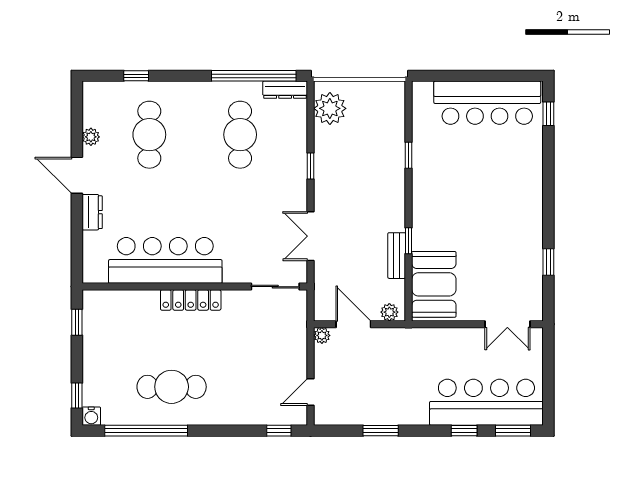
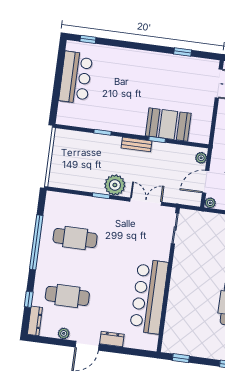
window: (254, 76) -> (36, 242), moved
dresser: (285, 90) -> (35, 321), moved
bar counter: (487, 103) -> (76, 78), width x0.73
plant: (330, 108) -> (115, 185), moved
double door: (311, 236) -> (146, 202), swing flipped
bench: (397, 256) -> (136, 144), moved
booth: (434, 284) -> (168, 125), moved
locker: (191, 300) -> (176, 284), removed

